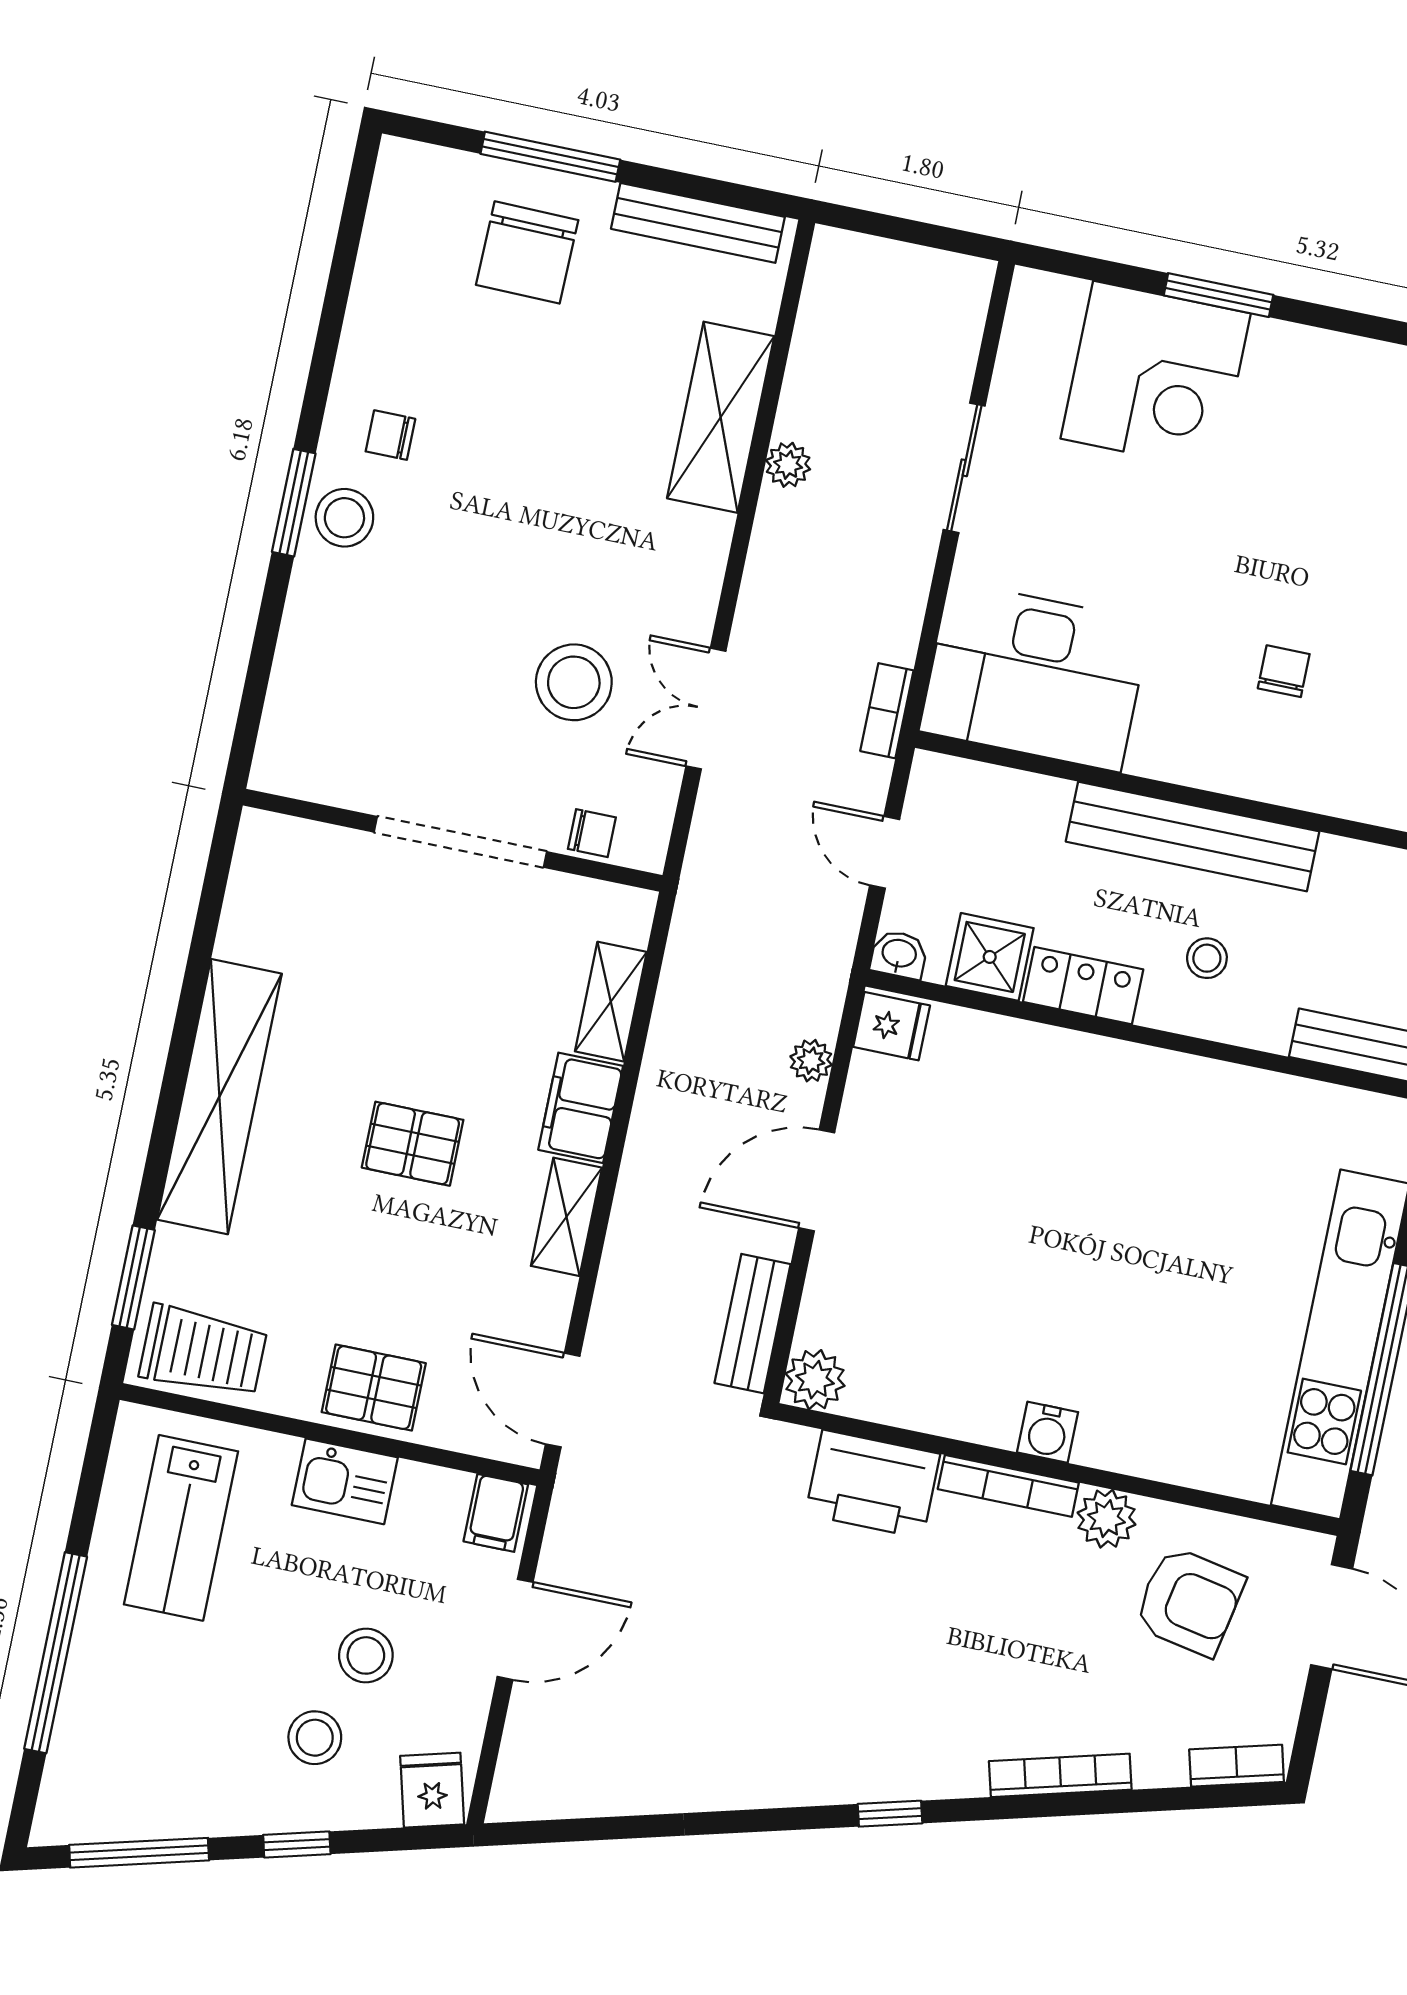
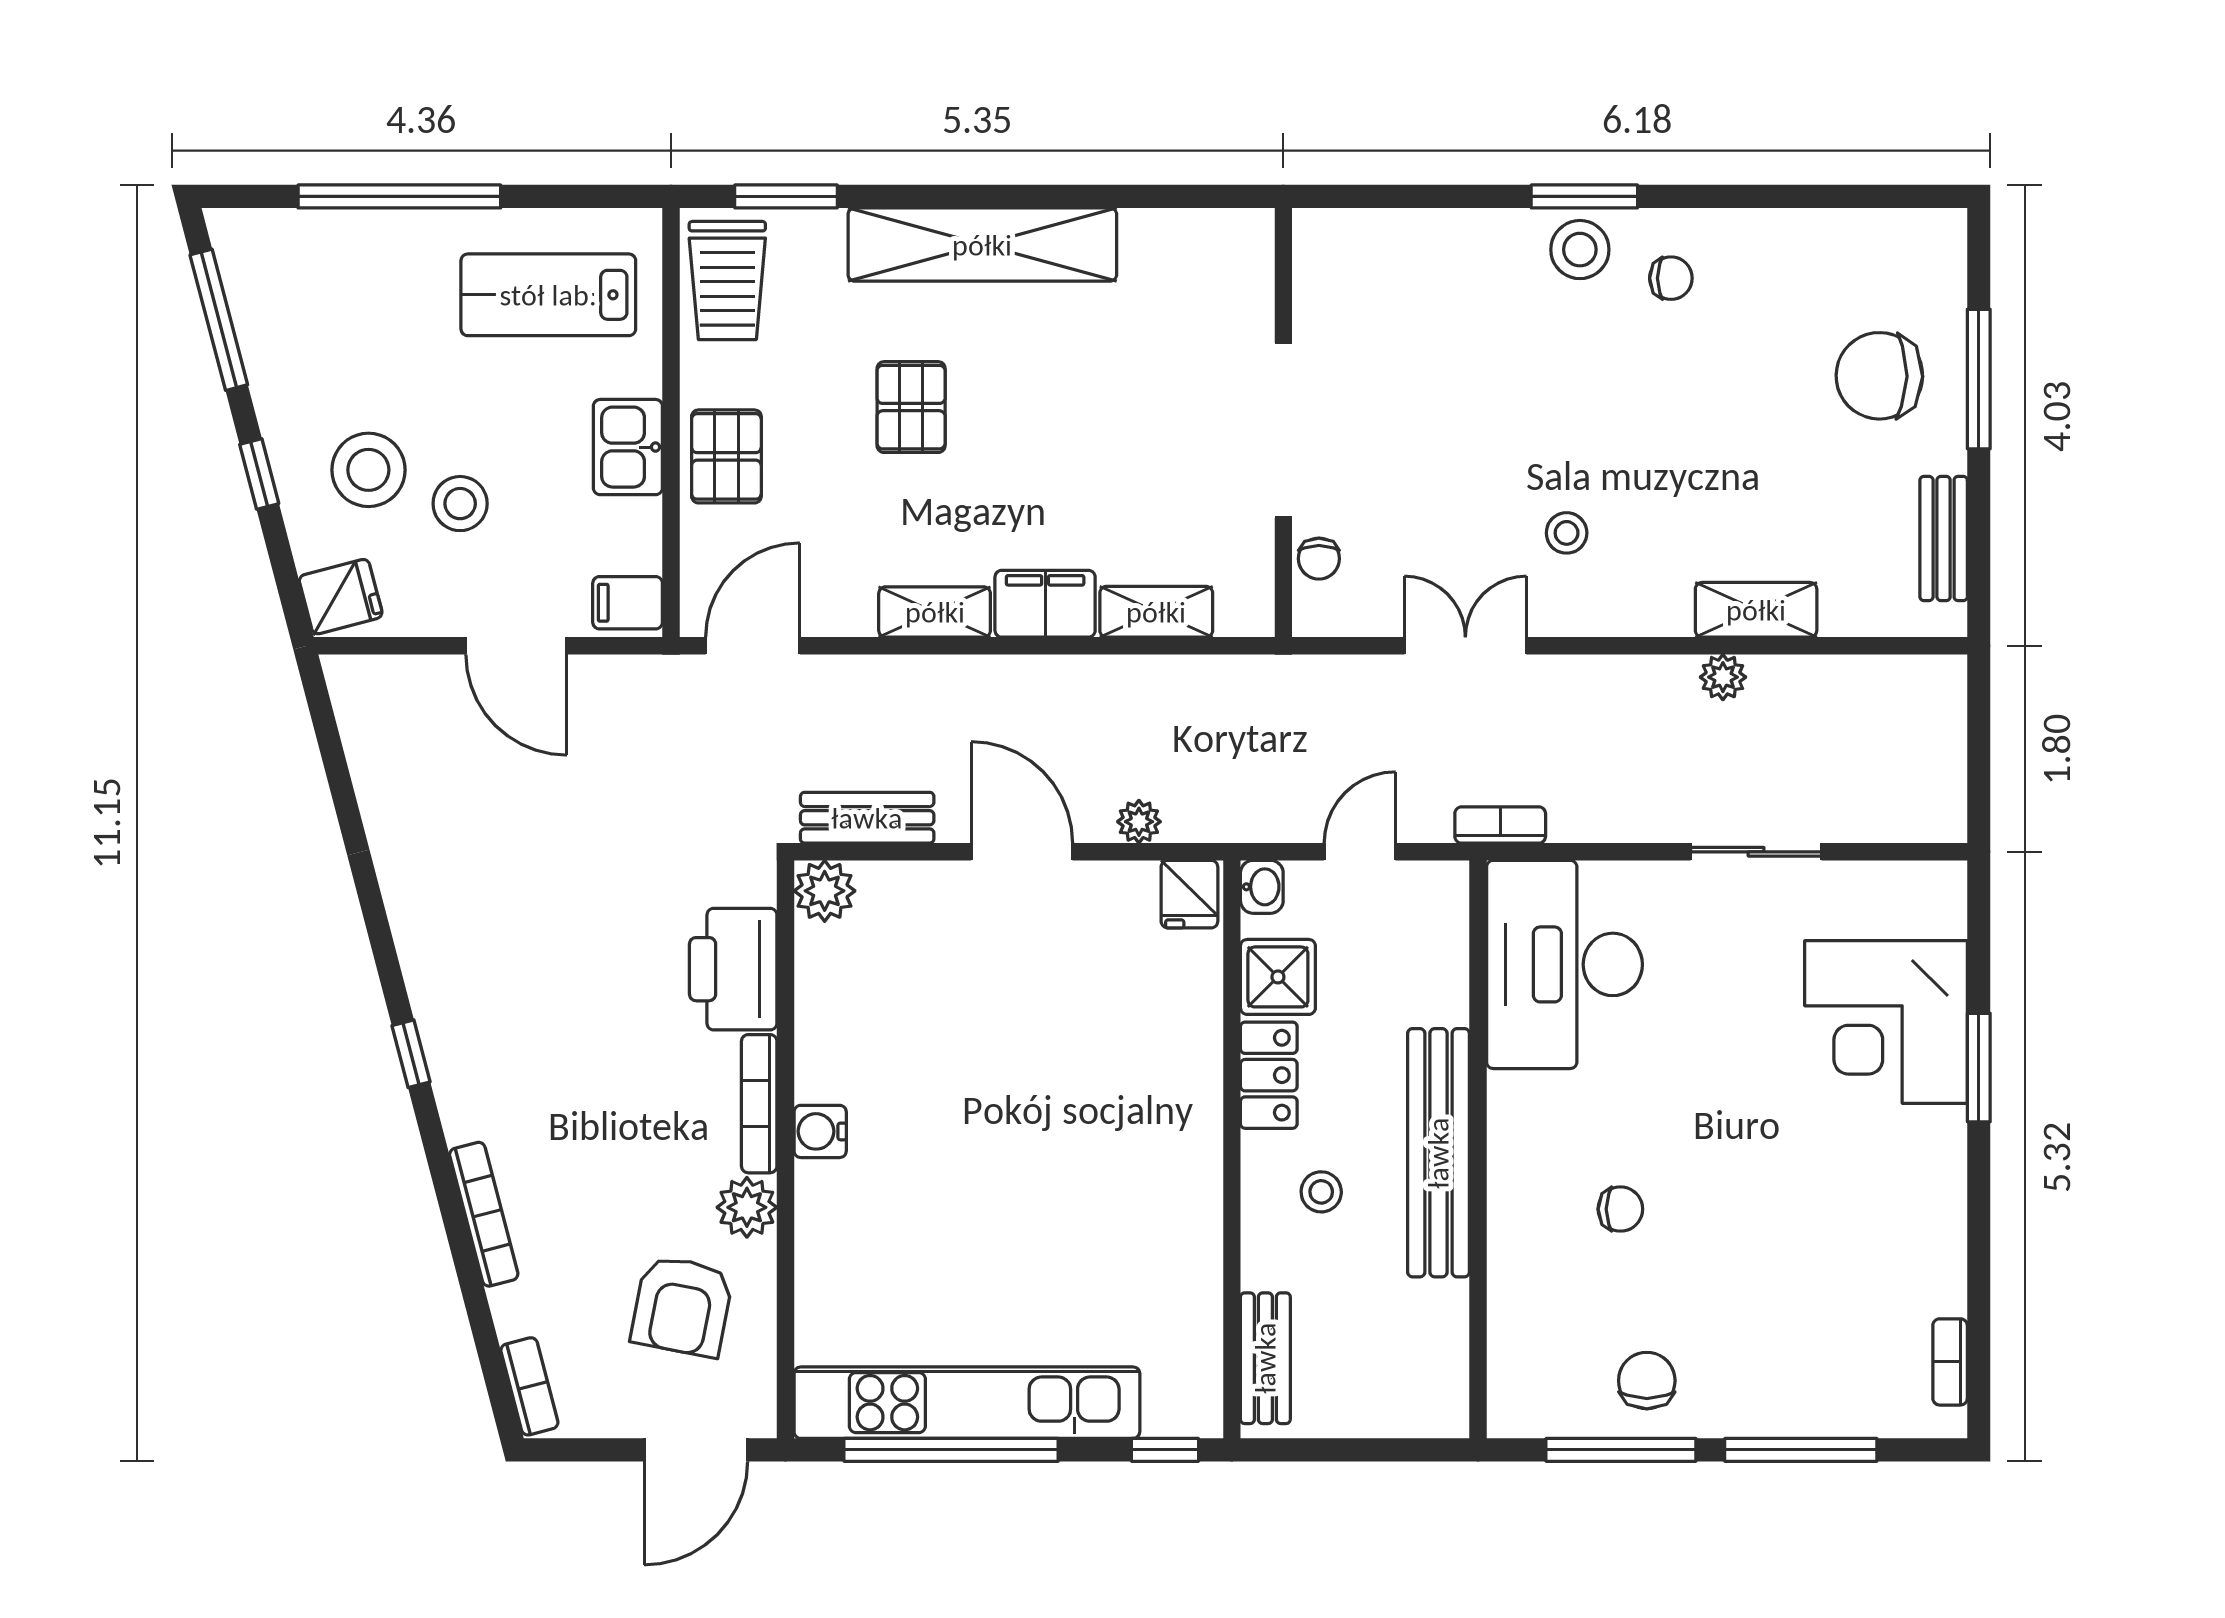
bench: (698, 223) -> (1944, 538), width x0.73
shelving: (721, 417) -> (1756, 610), width x0.67, depth x0.75
chair: (390, 435) -> (1671, 278), turned 90
stool: (574, 682) -> (1567, 533), moved, width x0.53, depth x0.53
pallet: (413, 1144) -> (911, 407), moved
stool: (315, 1738) -> (368, 470), width x1.38, depth x1.38

